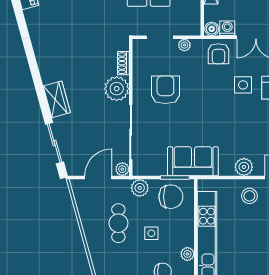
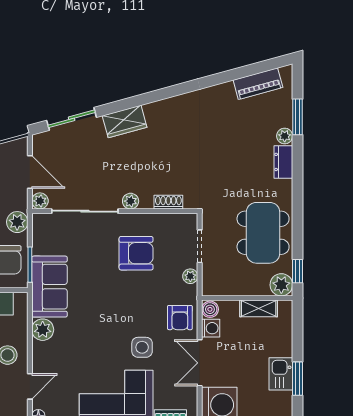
armchair: (218, 54) -> (180, 318), turned -90
plant: (117, 89) -> (131, 201), width x0.53, depth x0.53
plant: (244, 167) -> (43, 330), moved

